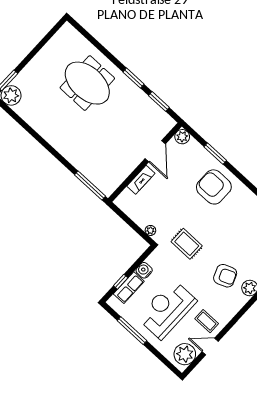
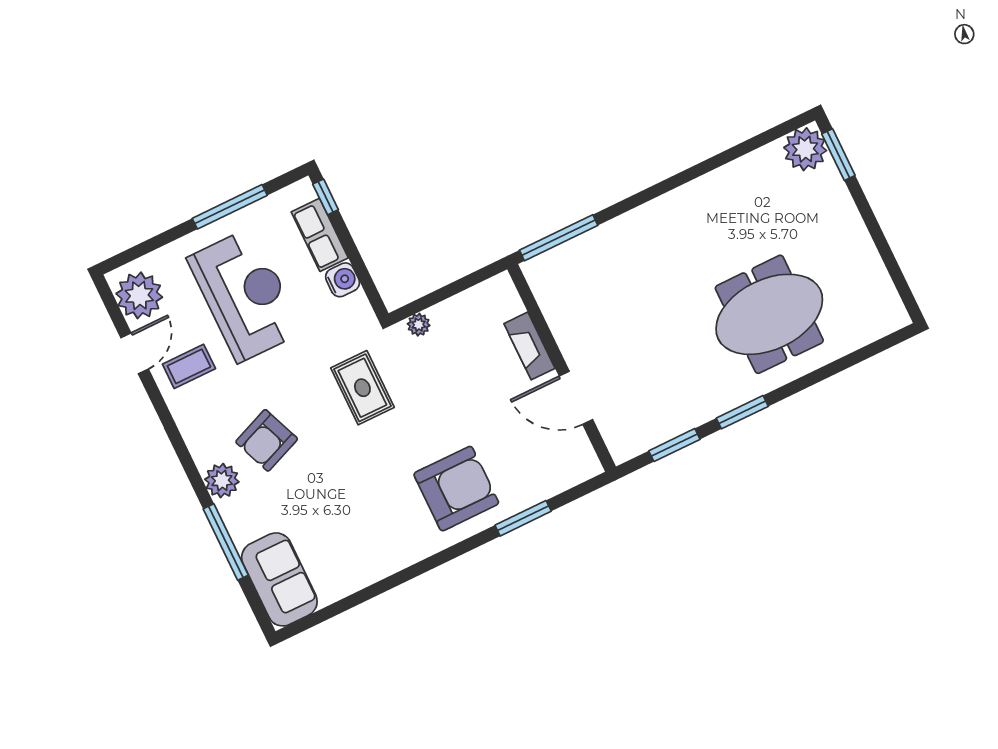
plant: (182, 137) -> (584, 464), removed
rug: (187, 244) -> (362, 388), turned 90
window: (121, 282) -> (326, 197), moved

